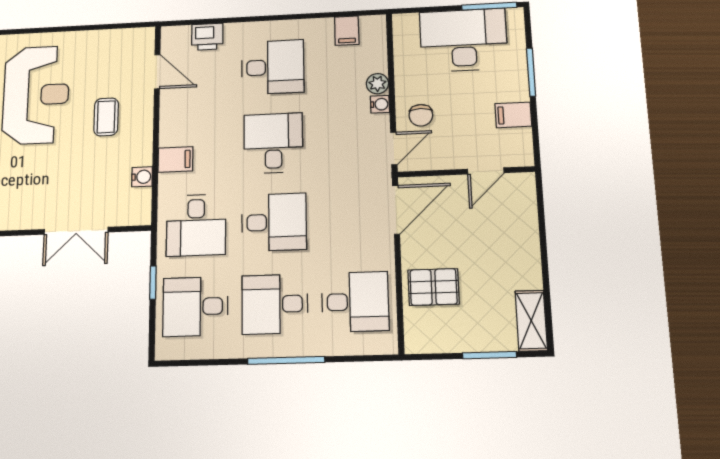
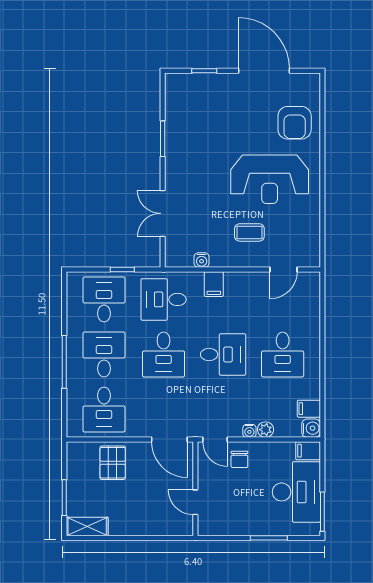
water cooler: (374, 26) -> (311, 428), added
printer: (207, 37) -> (310, 306), removed
chair: (421, 115) -> (239, 459), turned -90
filing cabinet: (513, 115) -> (308, 451), moved, turned -90

